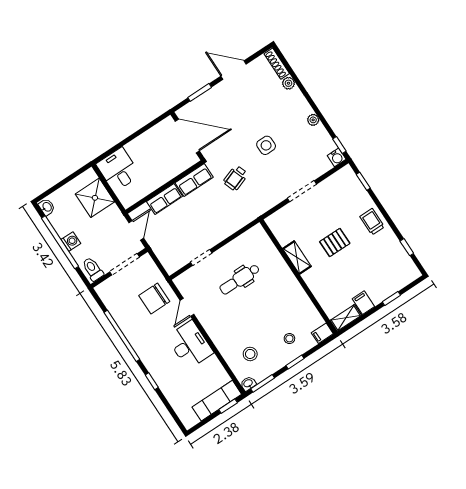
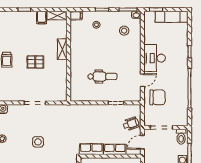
wheelchair: (235, 178) -> (131, 124), moved
shelving: (297, 257) -> (62, 49), moved
exam couch: (217, 401) -> (172, 17), moved

